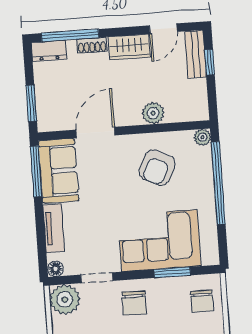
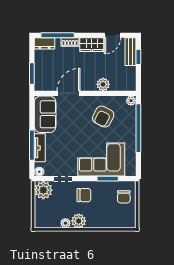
window: (36, 171) -> (32, 145), moved
chair: (134, 303) -> (84, 195), turned -90

